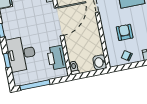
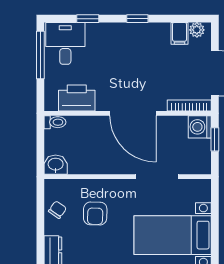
armchair: (125, 32) -> (95, 213), turned 91
desk: (21, 54) -> (65, 43), moved, width x0.73

